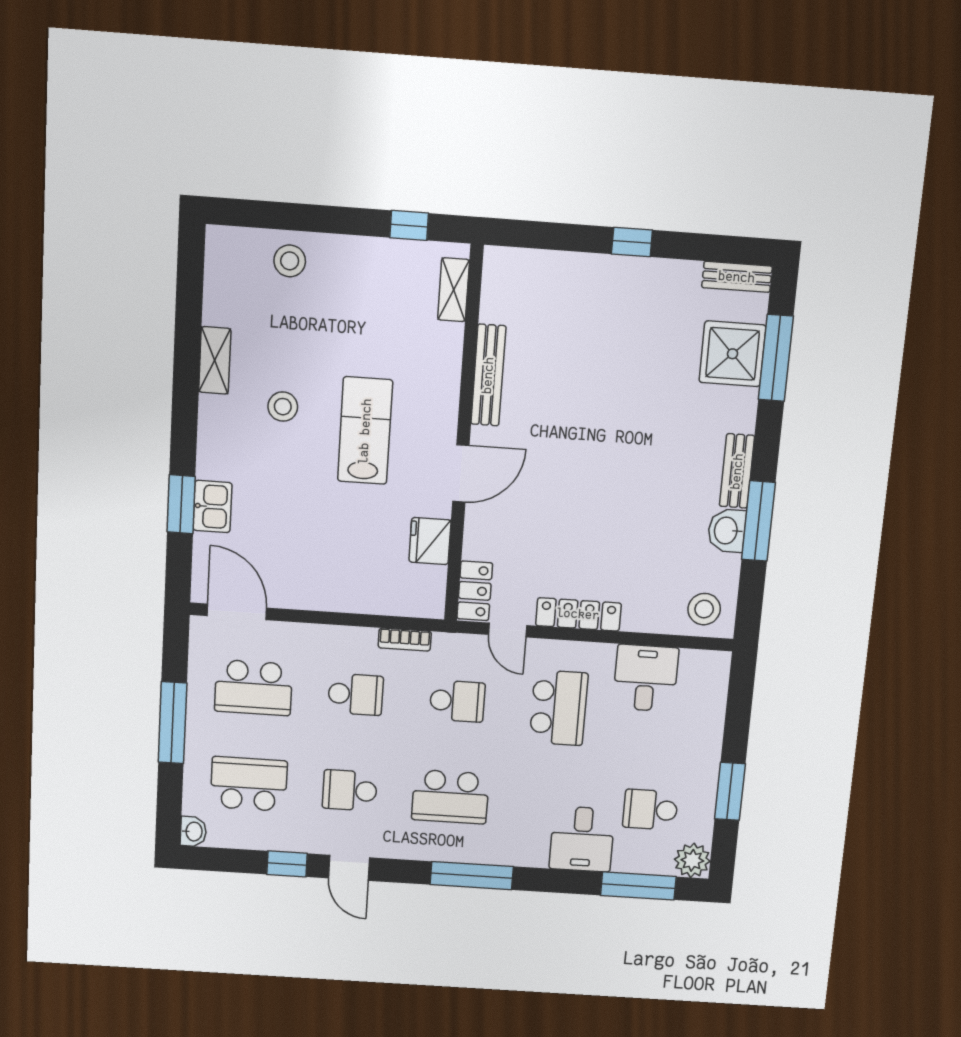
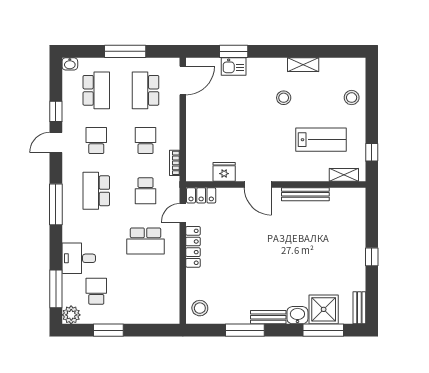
lab bench: (365, 431) -> (321, 140), moved
washbasin: (727, 531) -> (297, 315), moved
desk: (646, 678) -> (163, 283), removed
school desk: (356, 694) -> (146, 141), turned 180

